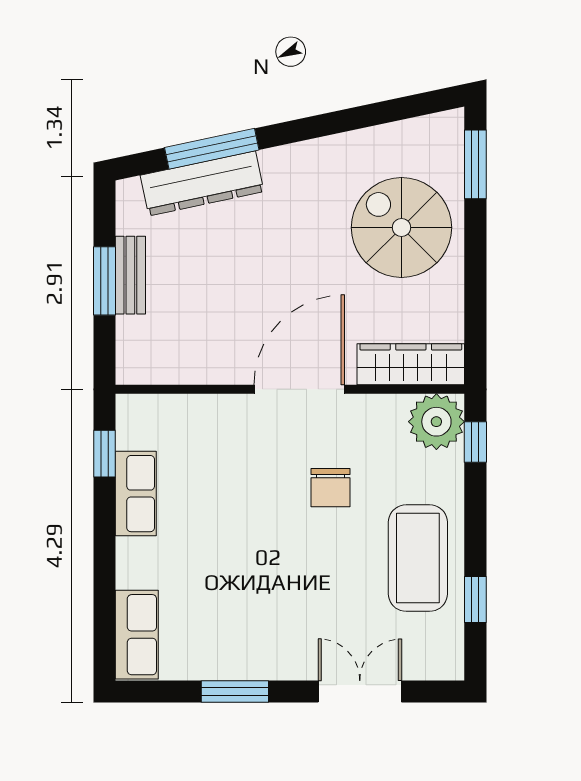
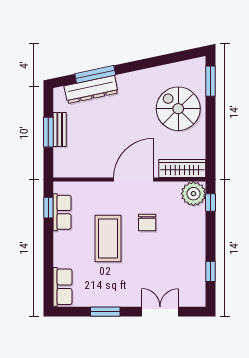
row of seats: (136, 494) -> (62, 212), moved
coffee table: (418, 558) -> (108, 238), moved

